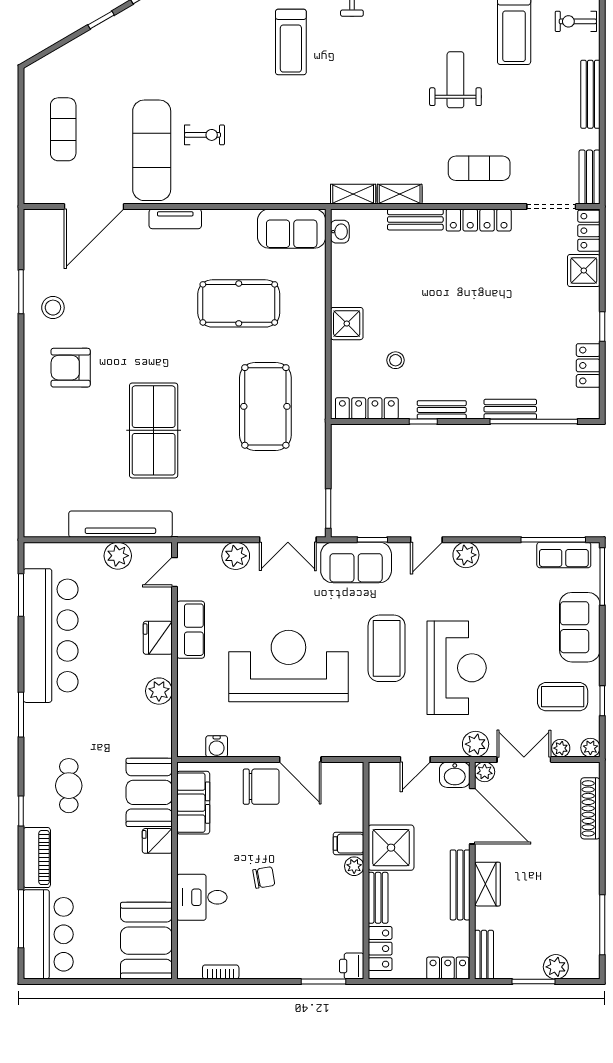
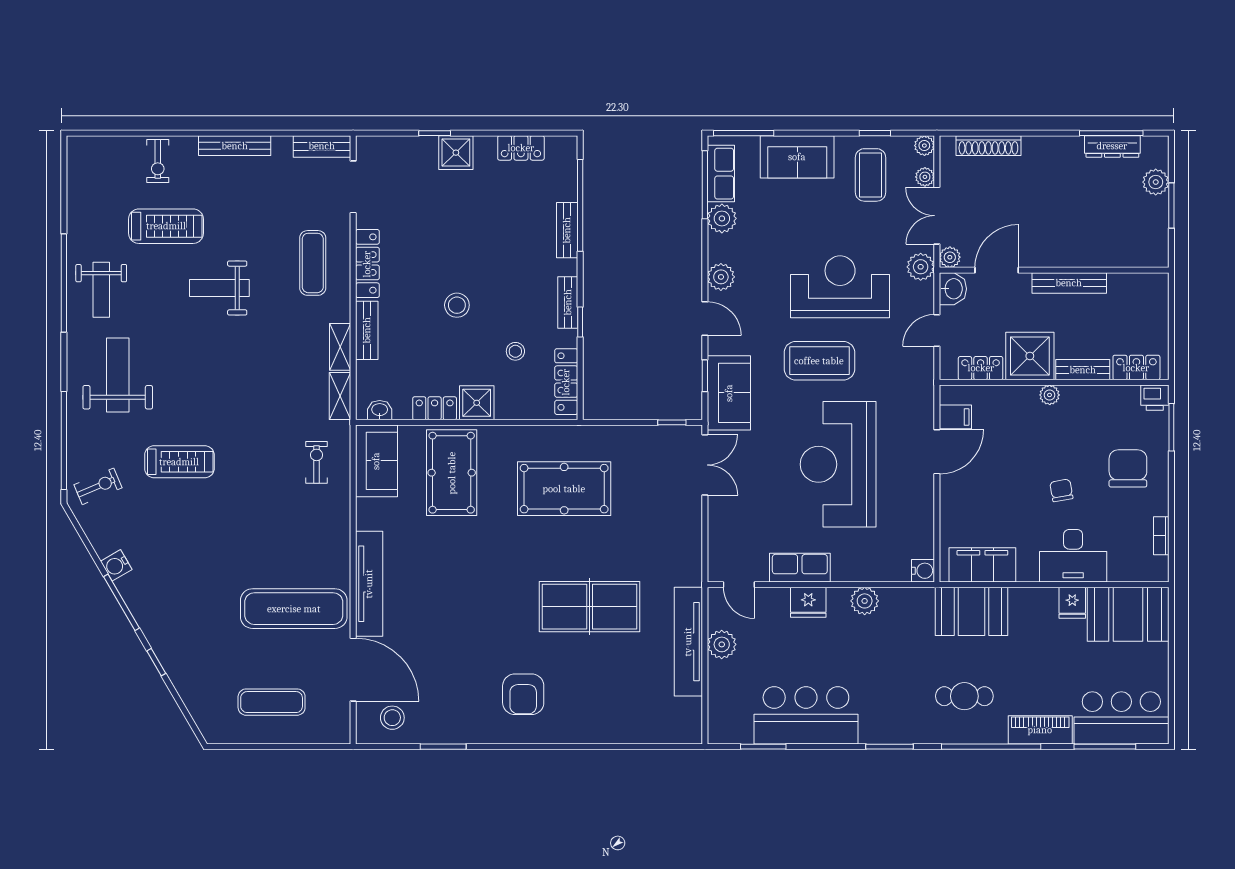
exercise bike: (204, 135) -> (317, 462), moved
tv unit: (175, 219) -> (369, 584), width x1.92, depth x1.29
locker: (589, 231) -> (435, 408), moved, turned 180
shower: (584, 270) -> (456, 153), moved
pool table: (239, 303) -> (452, 473), moved
stool: (439, 305) -> (457, 305), added
stool: (53, 308) -> (392, 718), moved
window: (602, 327) -> (435, 133), moved
window: (328, 509) -> (672, 422), width x0.67
plant: (236, 556) -> (722, 218), moved
bar counter: (51, 636) -> (806, 715), width x0.73
water cooler: (217, 746) -> (923, 571), moved
door: (415, 759) -> (937, 330), swing flipped
chair: (261, 787) -> (1128, 468), moved
window: (21, 811) -> (991, 747), width x3.17
door: (472, 816) -> (997, 270), width x0.73
fridge: (157, 841) -> (1072, 603), moved
filing cabinet: (348, 844) -> (955, 417), moved, turned -90
wardrobe: (487, 884) -> (1068, 254), removed
desk: (202, 897) -> (1073, 556), width x1.37
dresser: (590, 926) -> (1112, 146), added
bench: (484, 955) -> (1143, 258), removed
locker: (448, 968) -> (981, 368), moved, turned 90

